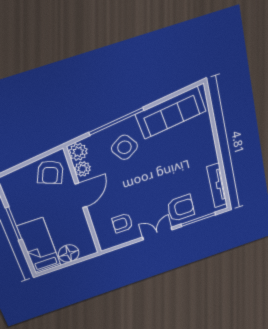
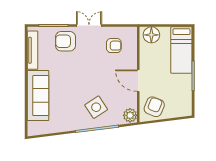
sofa: (171, 113) -> (38, 96), moved, turned 97
plant: (82, 169) -> (131, 101), removed
door: (81, 195) -> (138, 81), hinge flipped
double door: (157, 233) -> (89, 26), swing flipped
floor lamp: (69, 254) -> (151, 35), moved

